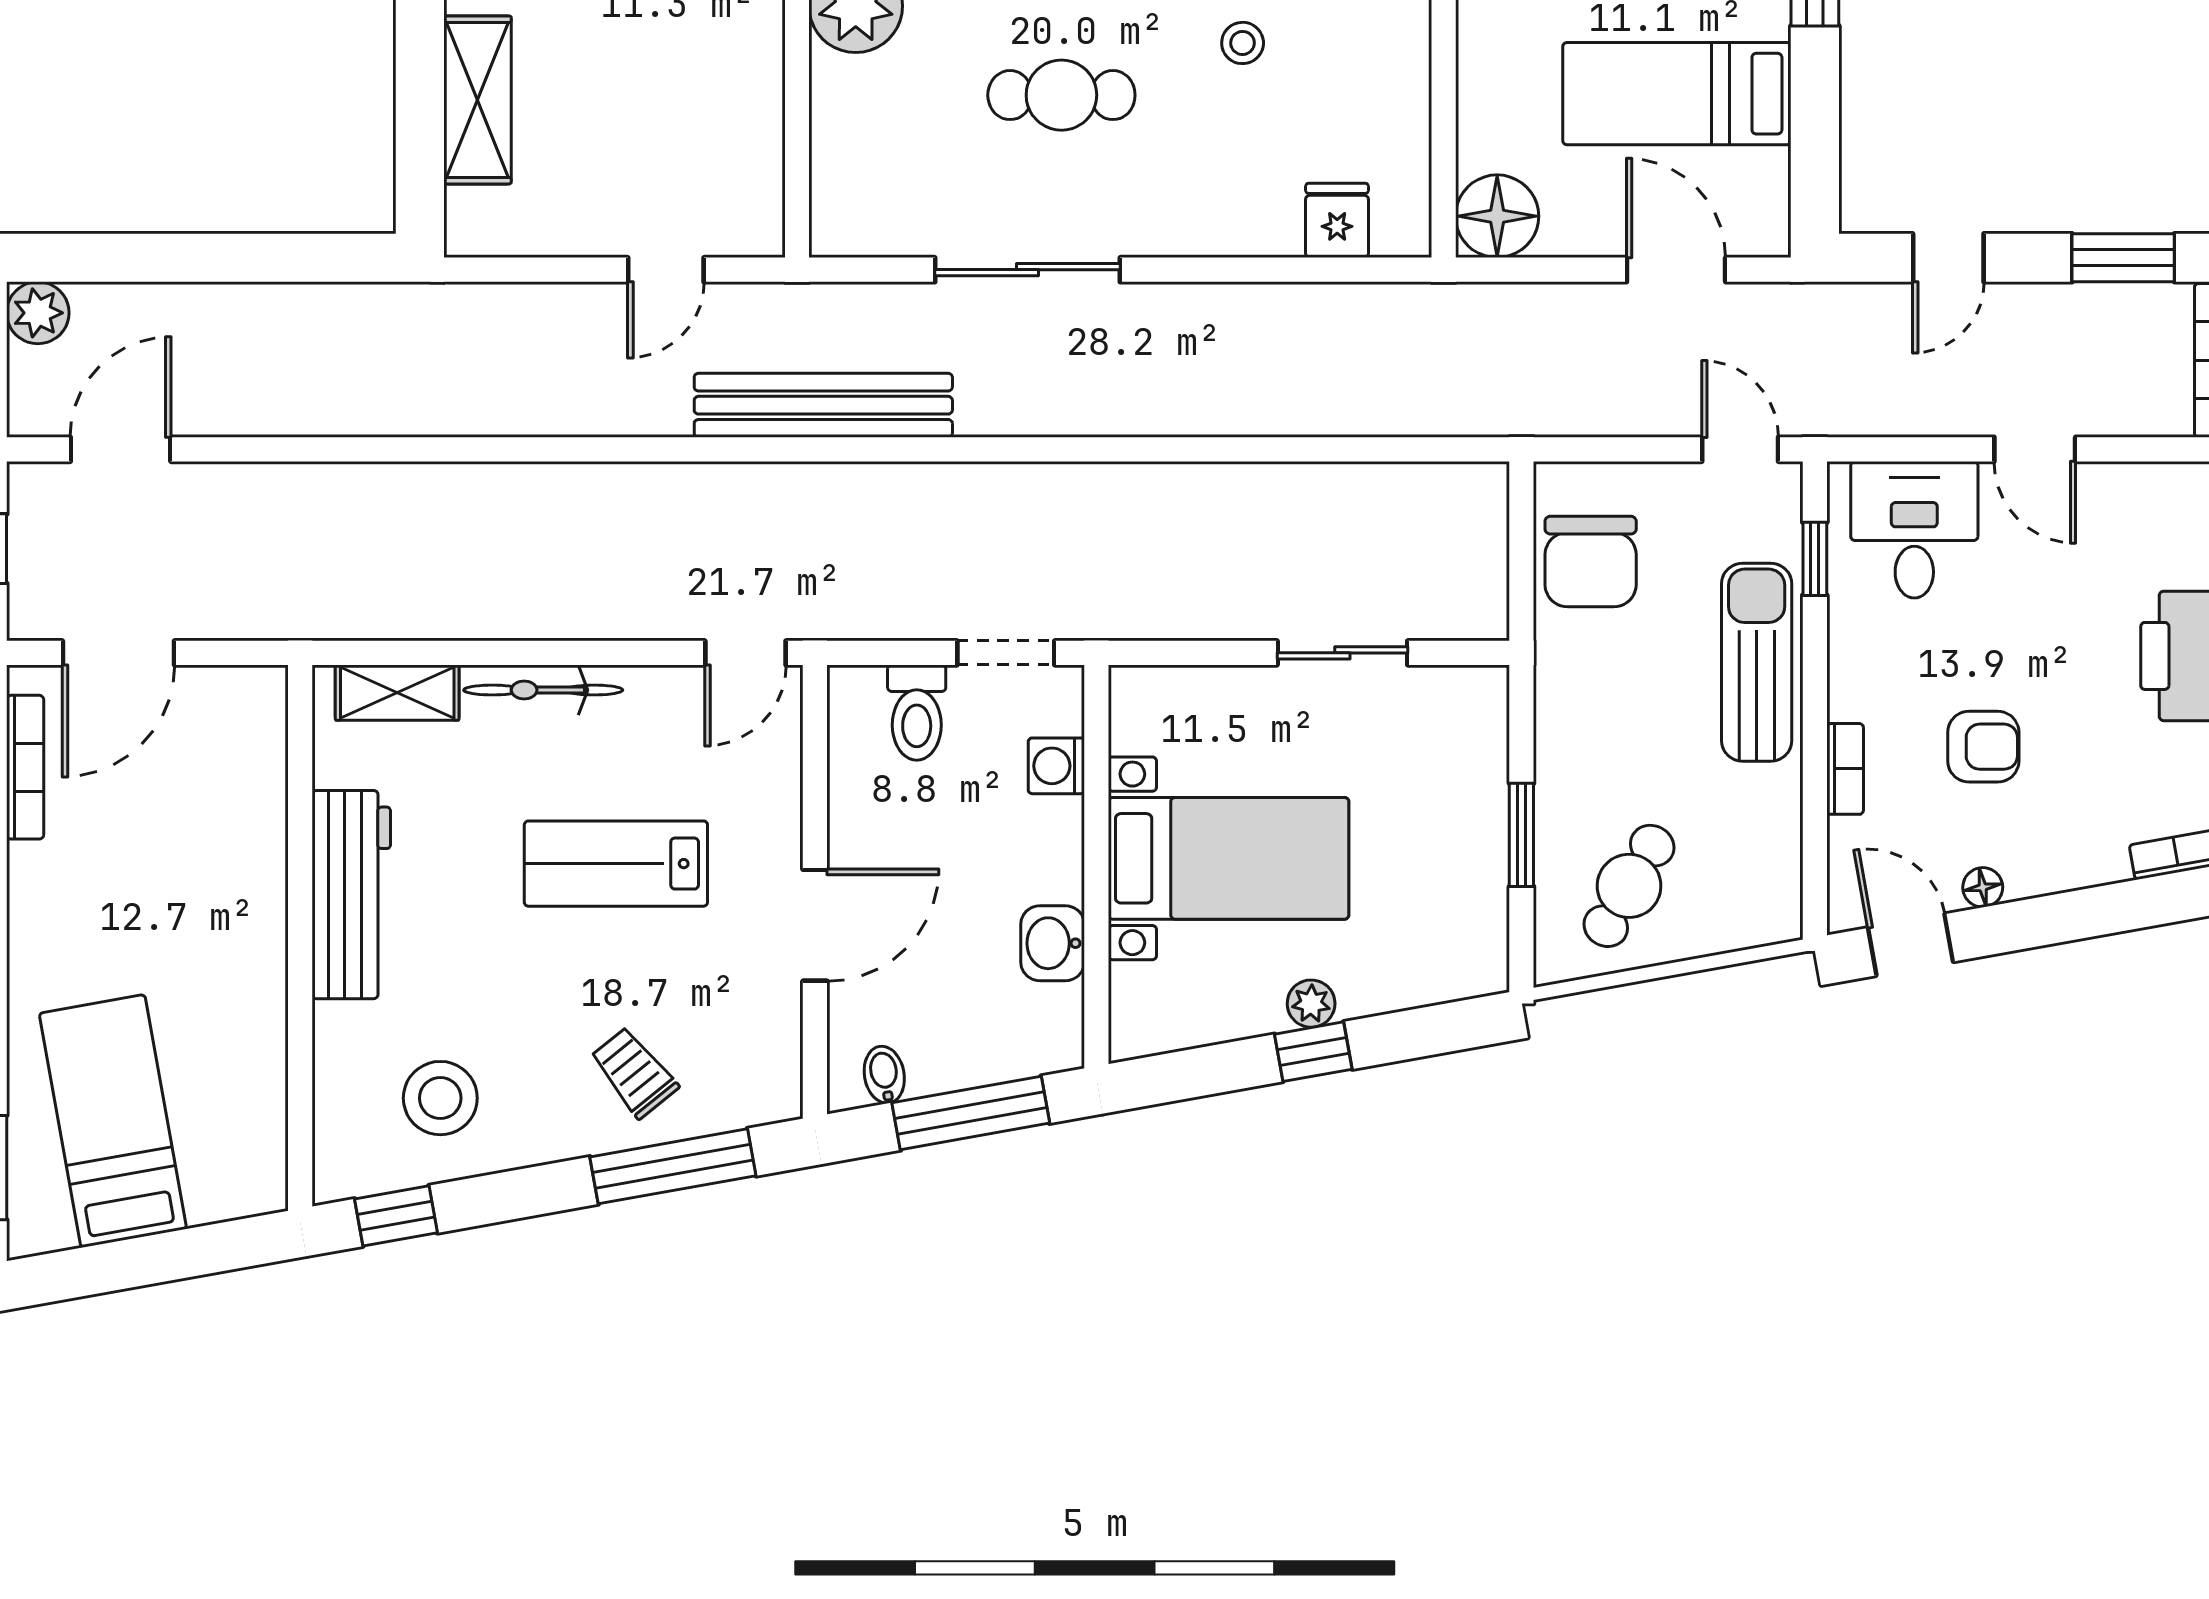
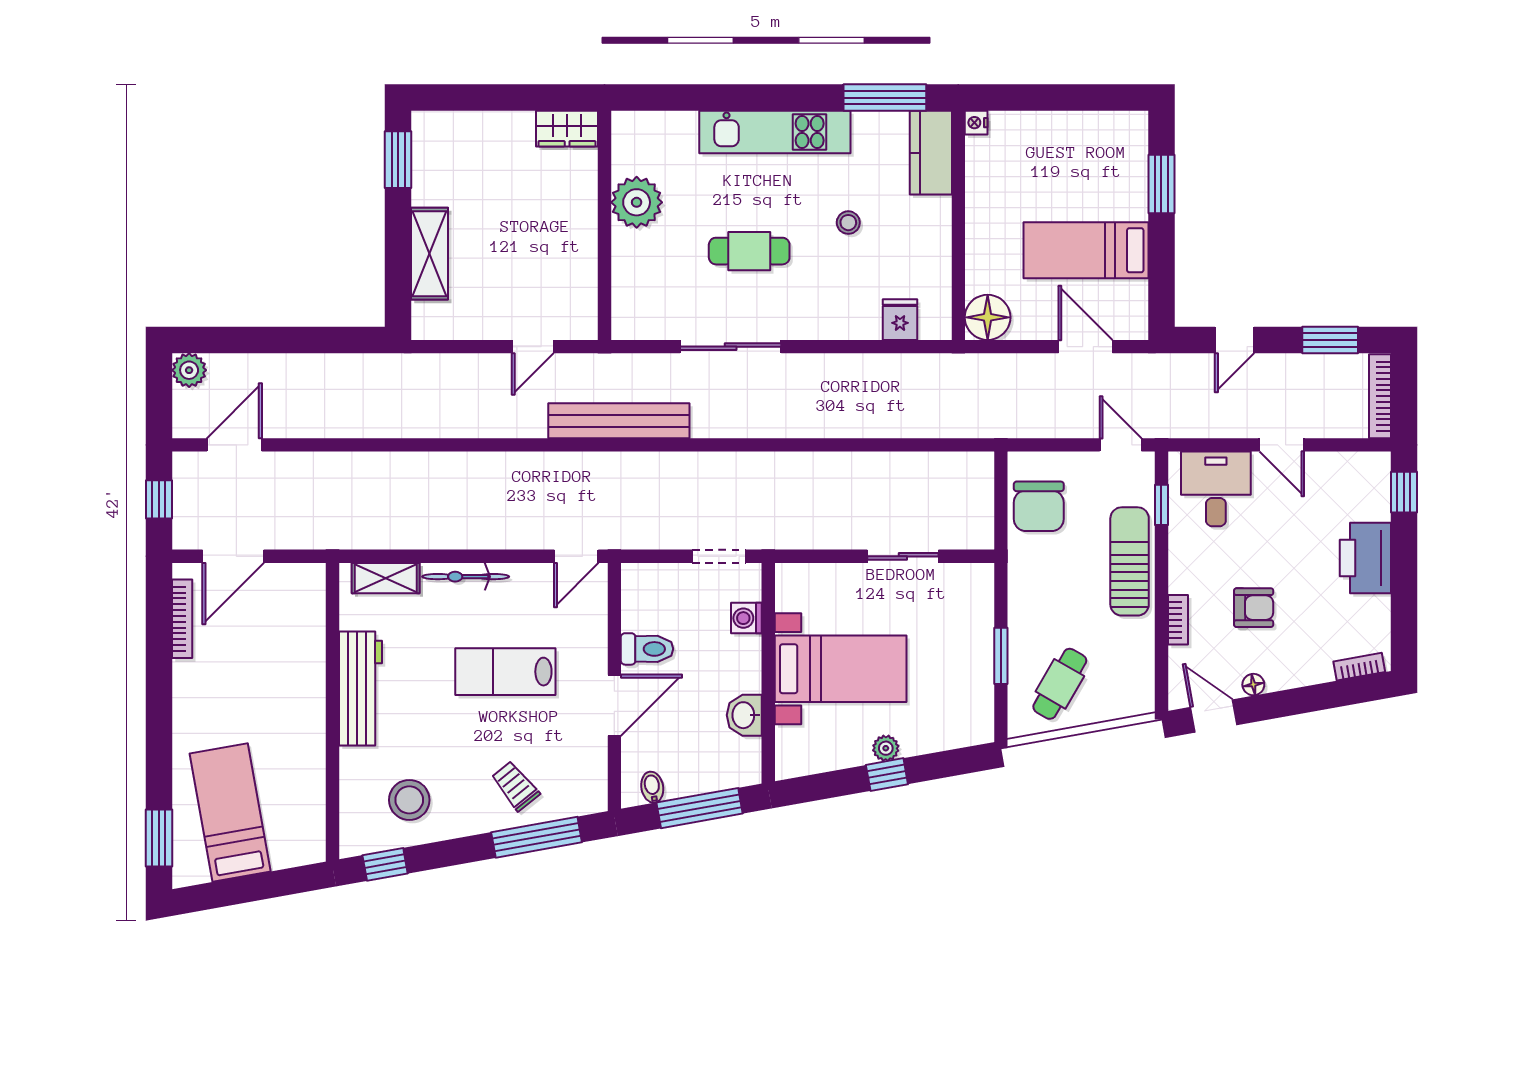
toilet: (917, 713) -> (647, 649), moved, turned -90

